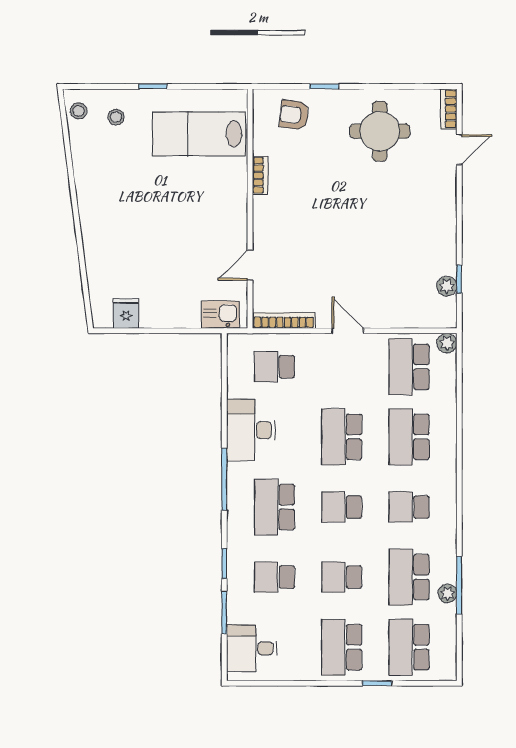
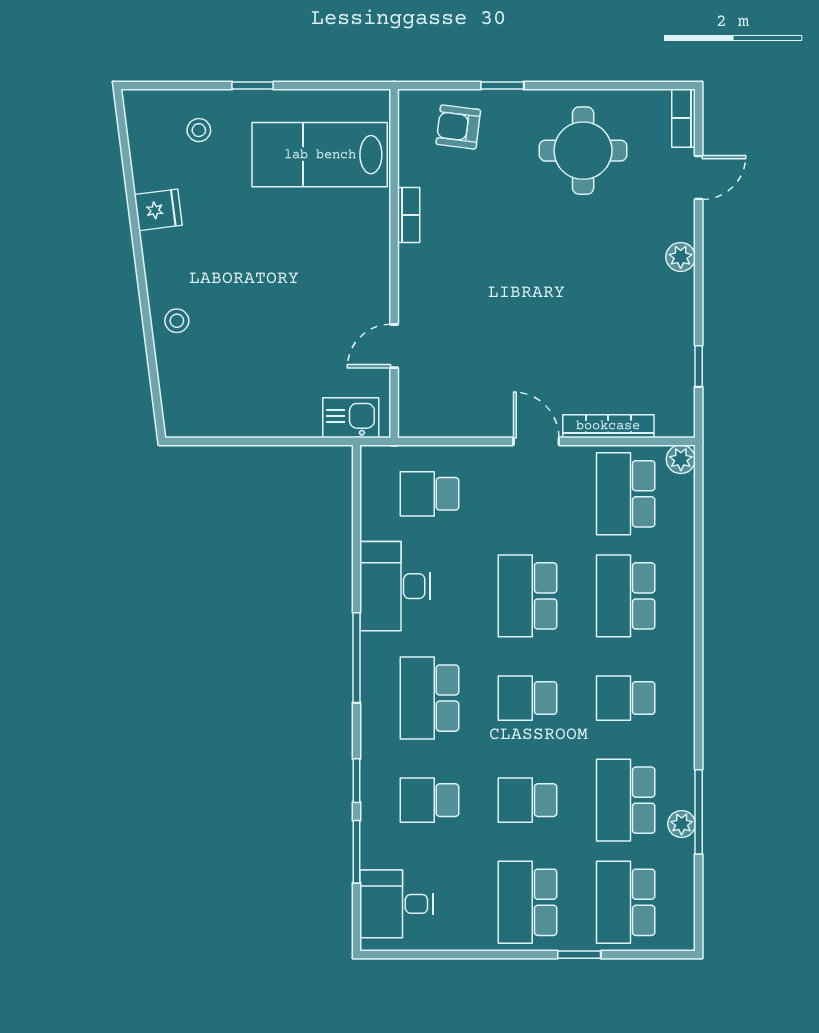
stool: (79, 111) -> (177, 321), moved
plant: (447, 286) -> (681, 257), moved
fridge: (126, 313) -> (158, 210), moved, turned 83
bookcase: (284, 320) -> (608, 426), moved

